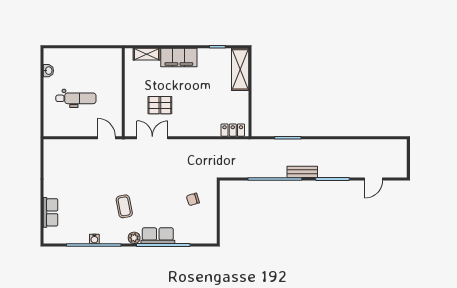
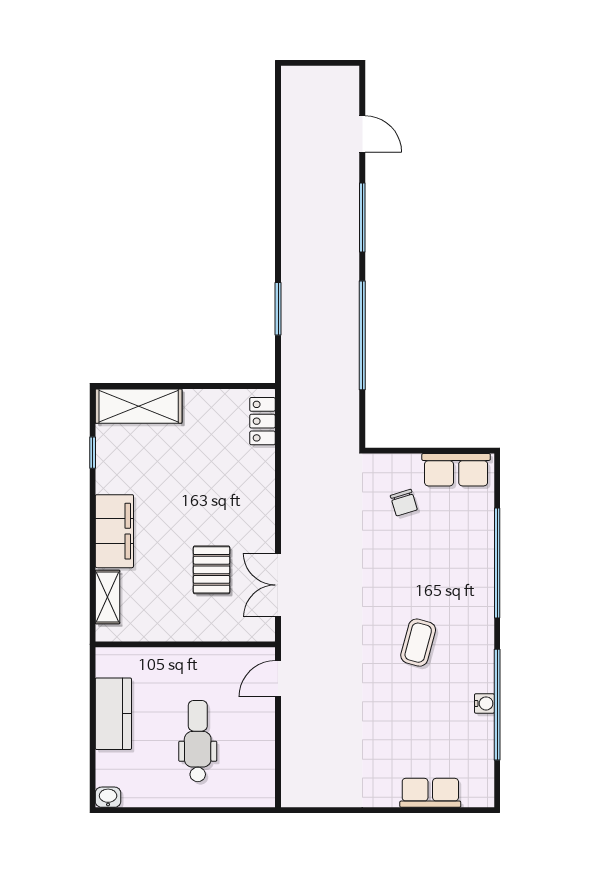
kitchen counter: (89, 57) -> (113, 714), added
washbasin: (48, 71) -> (108, 797), moved
bench: (302, 172) -> (348, 279), removed
coffee table: (124, 206) -> (418, 643), turned -64
row of seats: (158, 236) -> (456, 470), moved, turned -90
plant: (134, 238) -> (482, 622), removed

